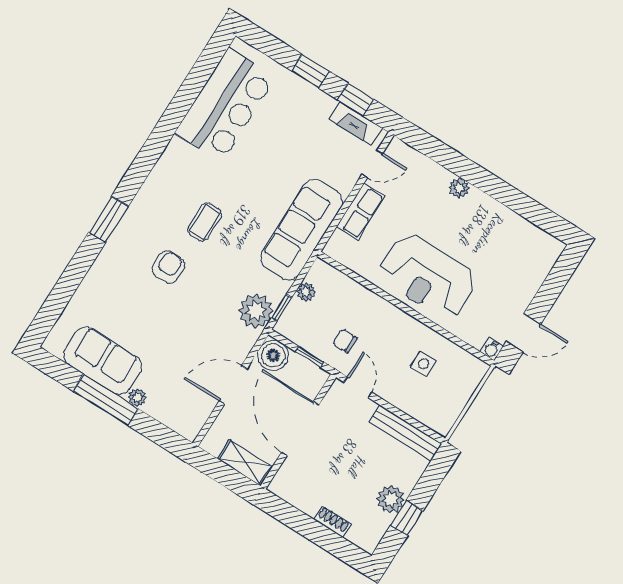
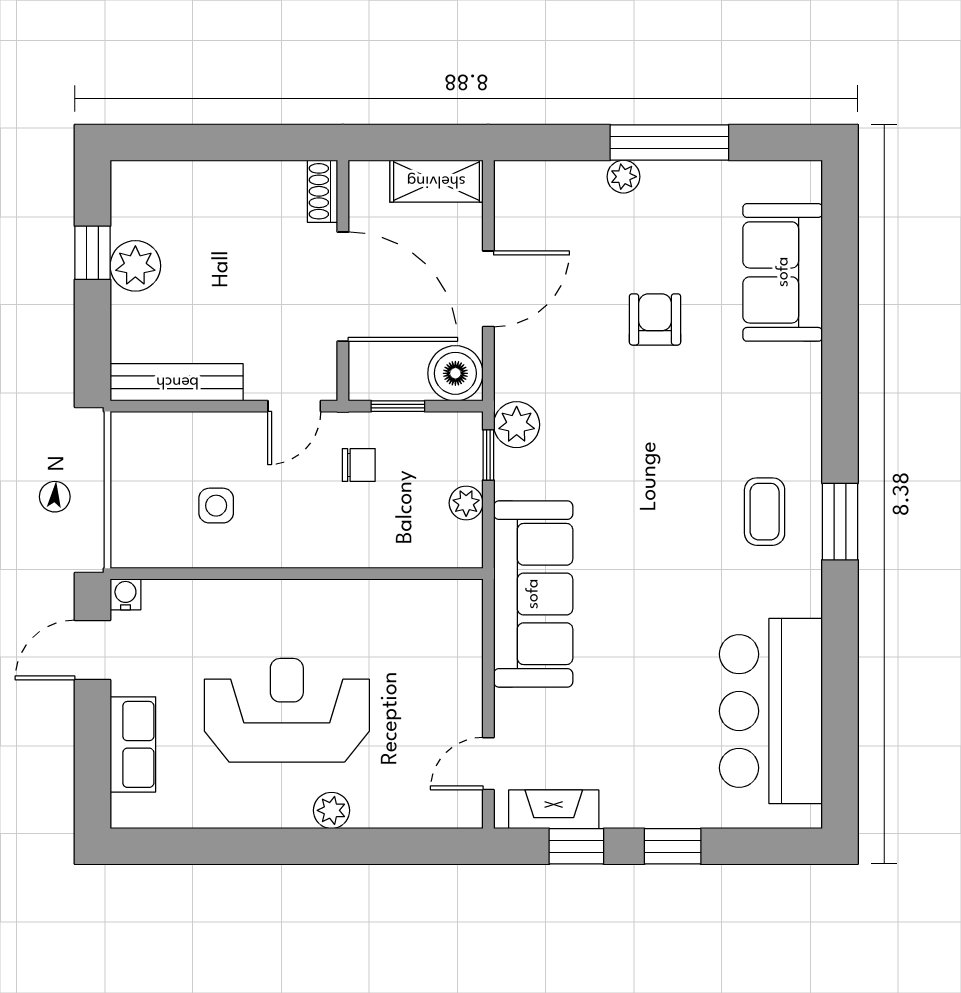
row of seats: (361, 212) -> (133, 744), moved, turned 180
window: (109, 219) -> (840, 522), moved
coffee table: (205, 222) -> (765, 512), moved
armchair: (168, 267) -> (655, 319), moved, turned 180
reception desk: (428, 276) -> (287, 710), moved
plant: (256, 311) -> (517, 425), width x0.73, depth x0.73
sofa: (103, 361) -> (783, 272), moved, turned 90
door: (358, 387) -> (294, 406), hinge flipped
shelving: (245, 463) -> (436, 181), moved
shoe rack: (333, 521) -> (322, 191), moved, turned 90

